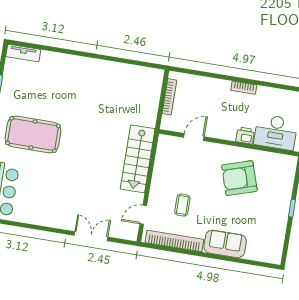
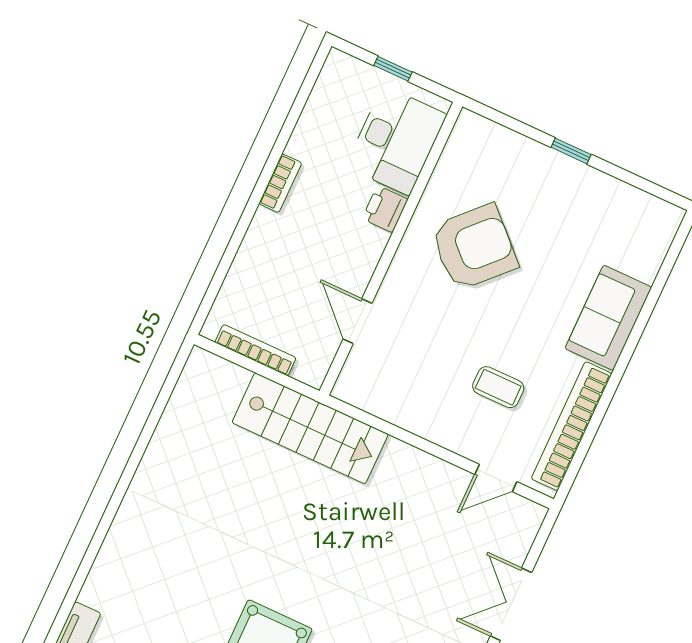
stairs: (138, 159) -> (310, 428), moved
armchair: (239, 178) -> (474, 247), turned -118
door: (143, 215) -> (496, 478), hinge flipped

